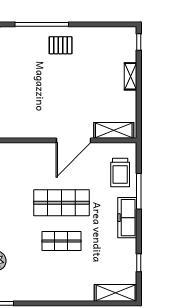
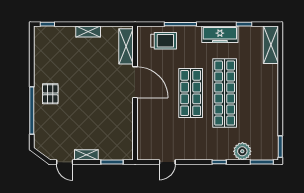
shelving: (131, 76) -> (88, 31), moved
freezer: (127, 218) -> (220, 34), moved
shop shelf: (61, 241) -> (225, 93), width x2.00, depth x1.36

